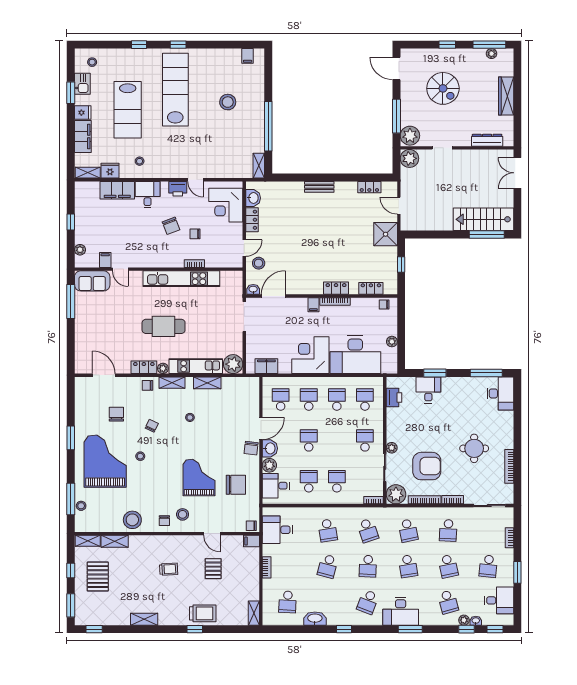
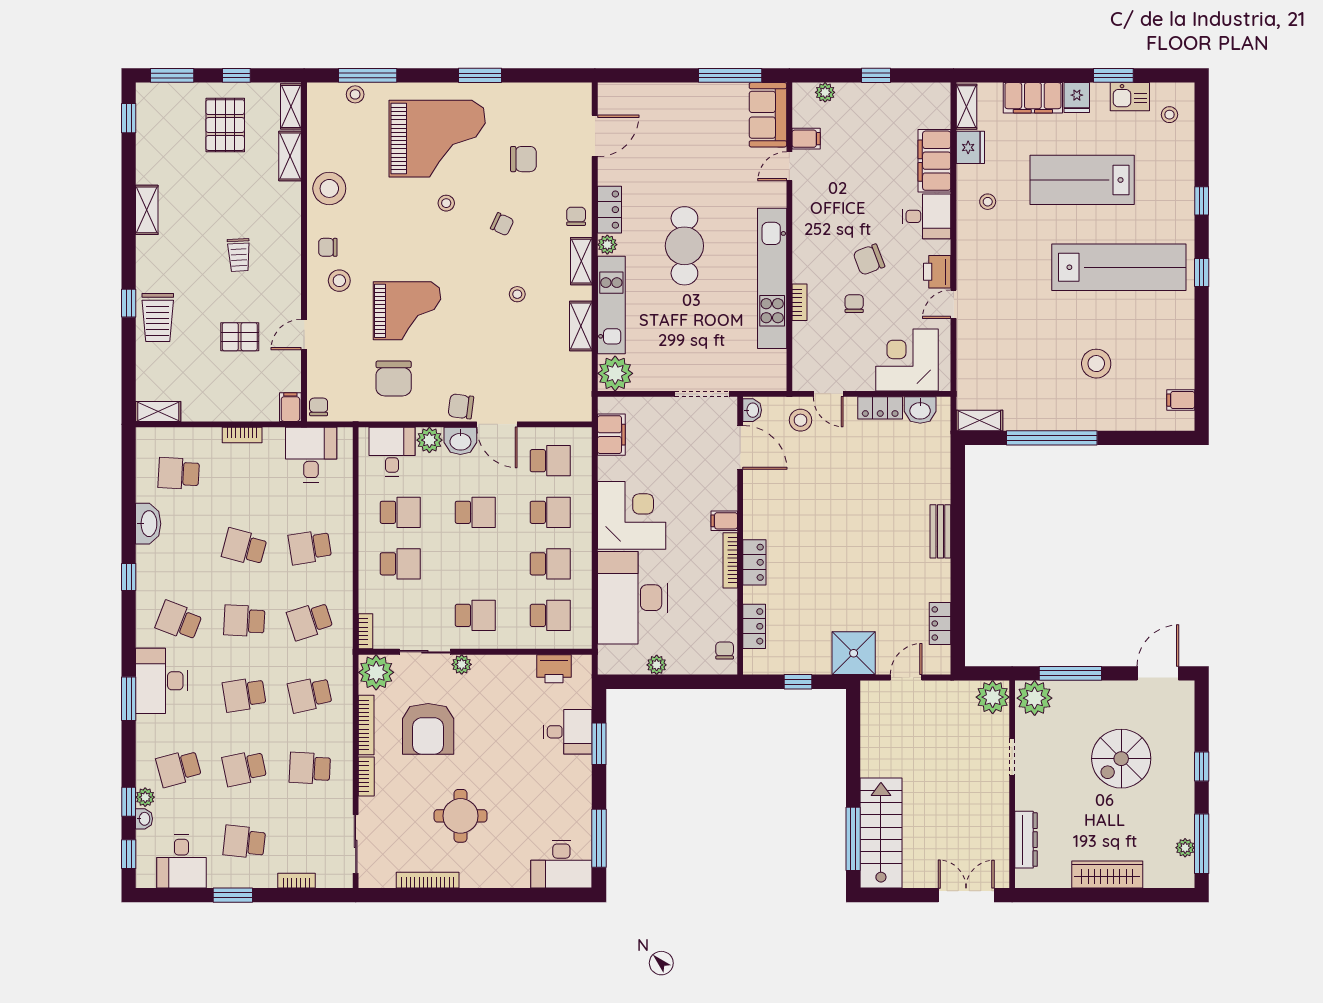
pallet: (98, 577) -> (225, 125), turned 90

